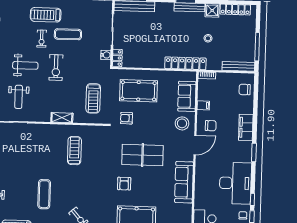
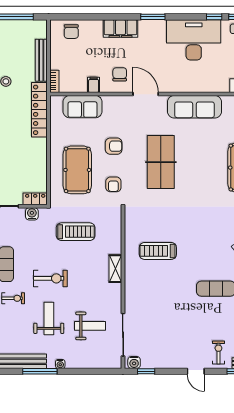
bench: (238, 66) -> (41, 60), moved
treadmill: (93, 98) -> (76, 232), moved
stool: (182, 123) -> (118, 112), removed
armchair: (124, 184) -> (114, 146), moved

